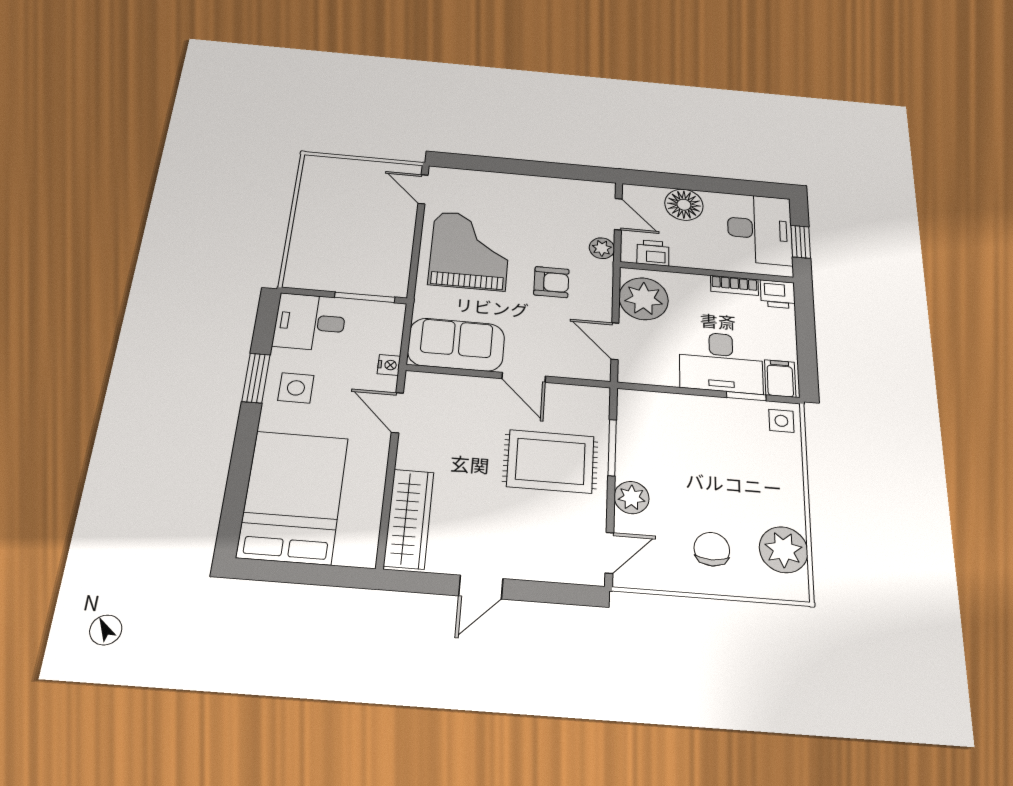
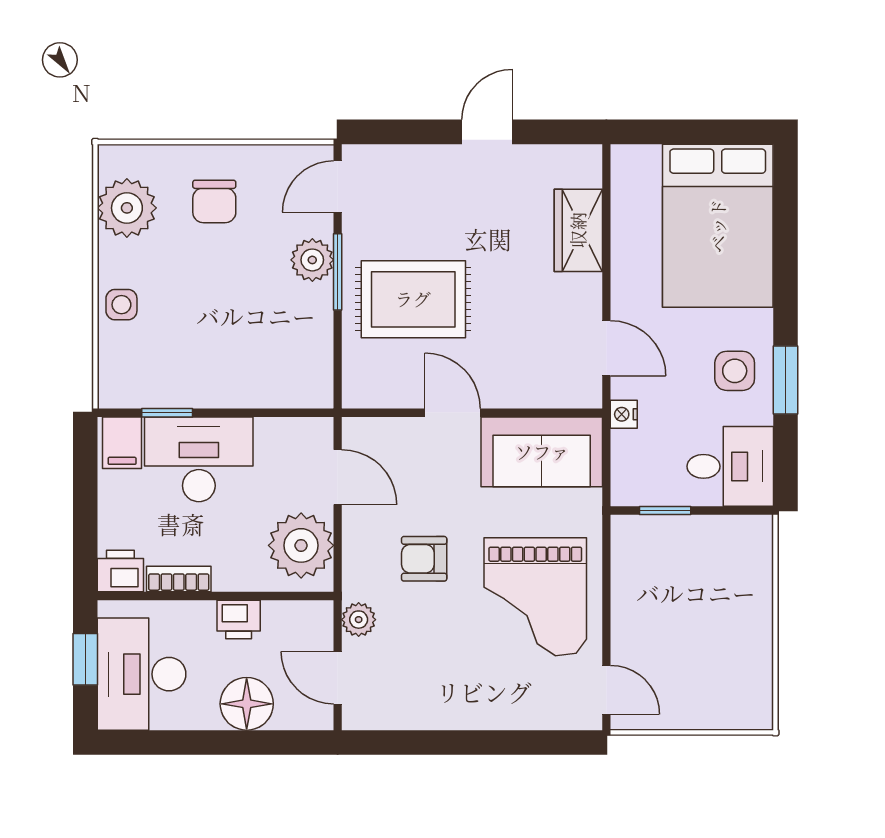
printer: (653, 253) -> (239, 619), moved
window: (365, 297) -> (665, 510), width x0.67
side table: (781, 421) -> (121, 305), moved
window: (612, 448) -> (338, 272), moved
wardrobe: (409, 519) -> (578, 230), width x0.67

